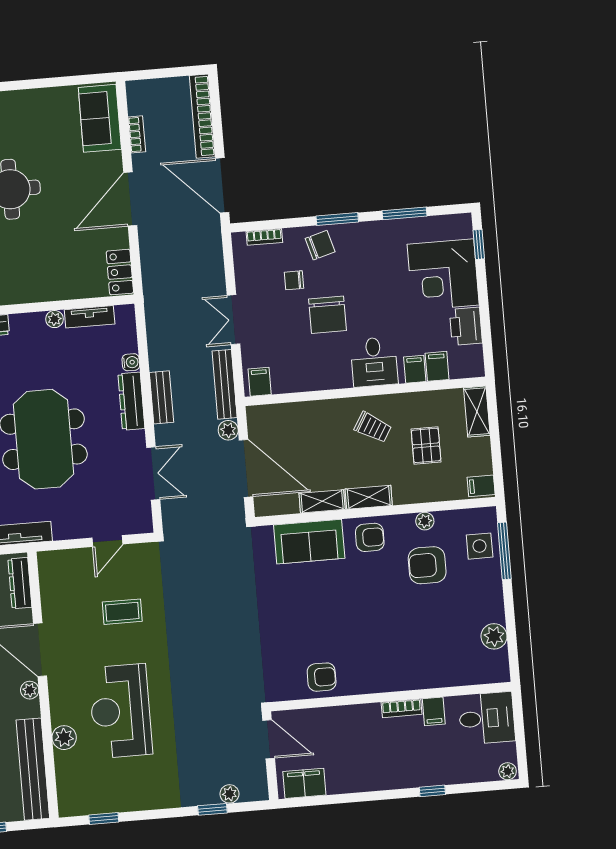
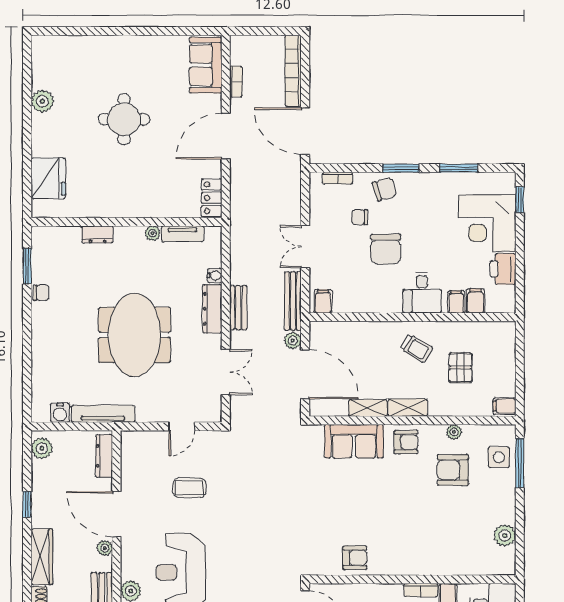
shelving: (477, 412) -> (506, 342), removed

